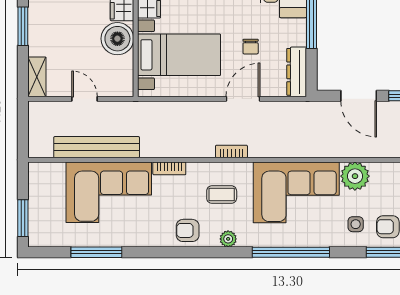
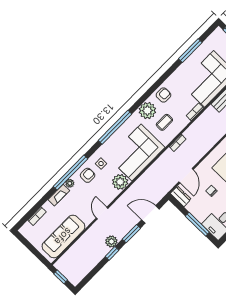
dresser: (297, 72) -> (181, 196), width x0.70
door: (243, 99) -> (186, 176), moved
plant: (228, 239) -> (147, 111), width x1.88, depth x1.88

